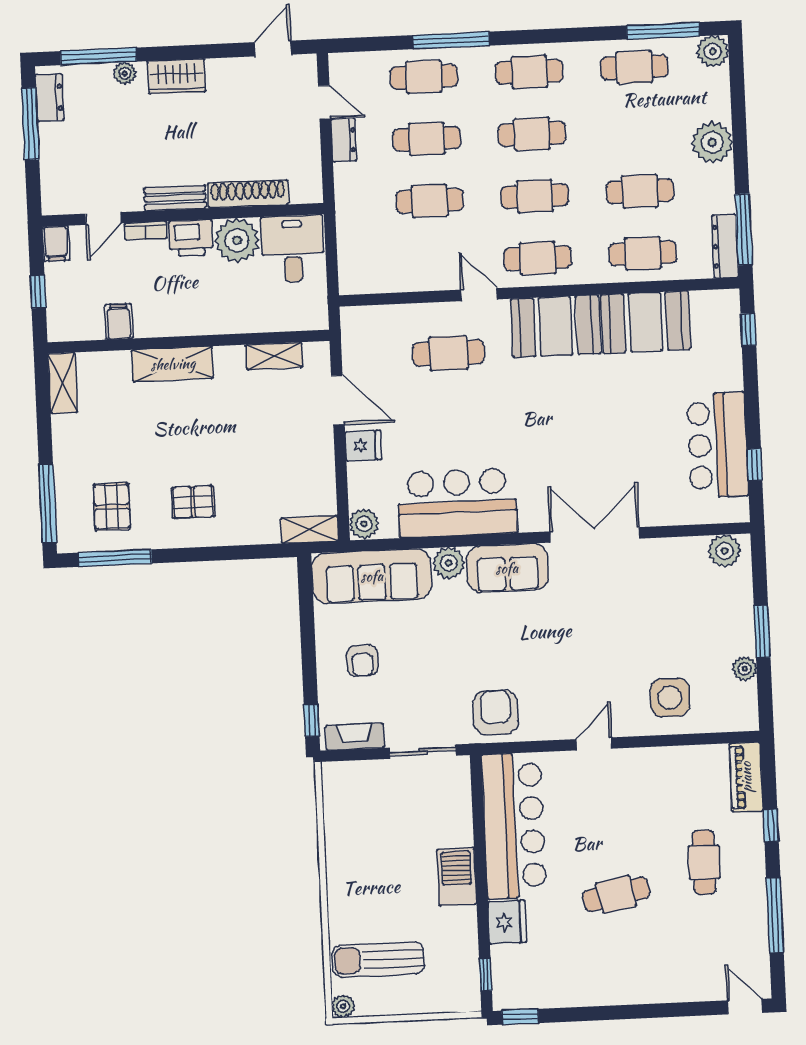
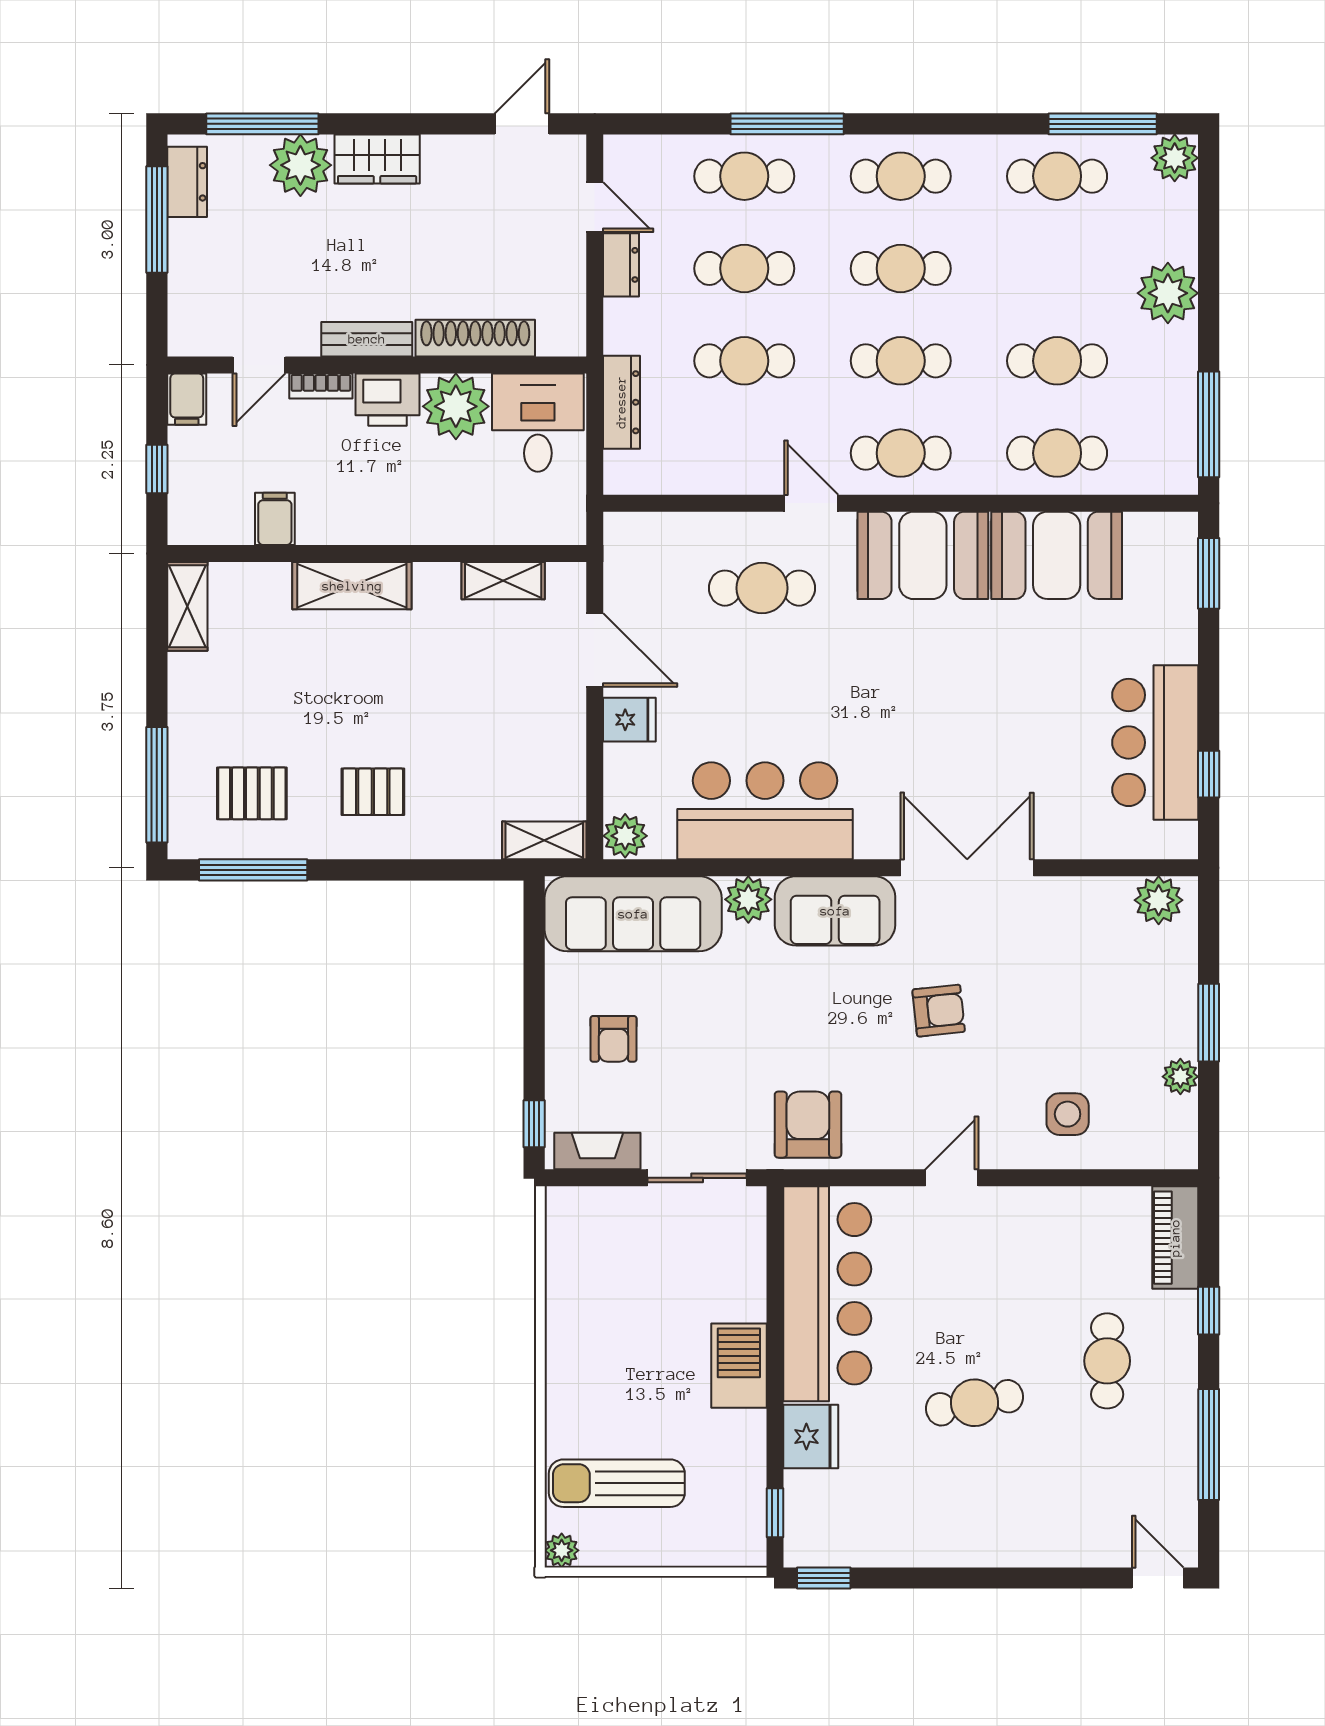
plant: (125, 73) -> (300, 165), width x1.87, depth x1.87
dresser: (725, 246) -> (621, 402), moved, turned 180
window: (748, 330) -> (1209, 573), width x1.50
pallet: (112, 507) -> (252, 793), turned 90
armchair: (580, 632) -> (939, 1011), added
side table: (670, 697) -> (1068, 1114), width x0.73, depth x0.73

